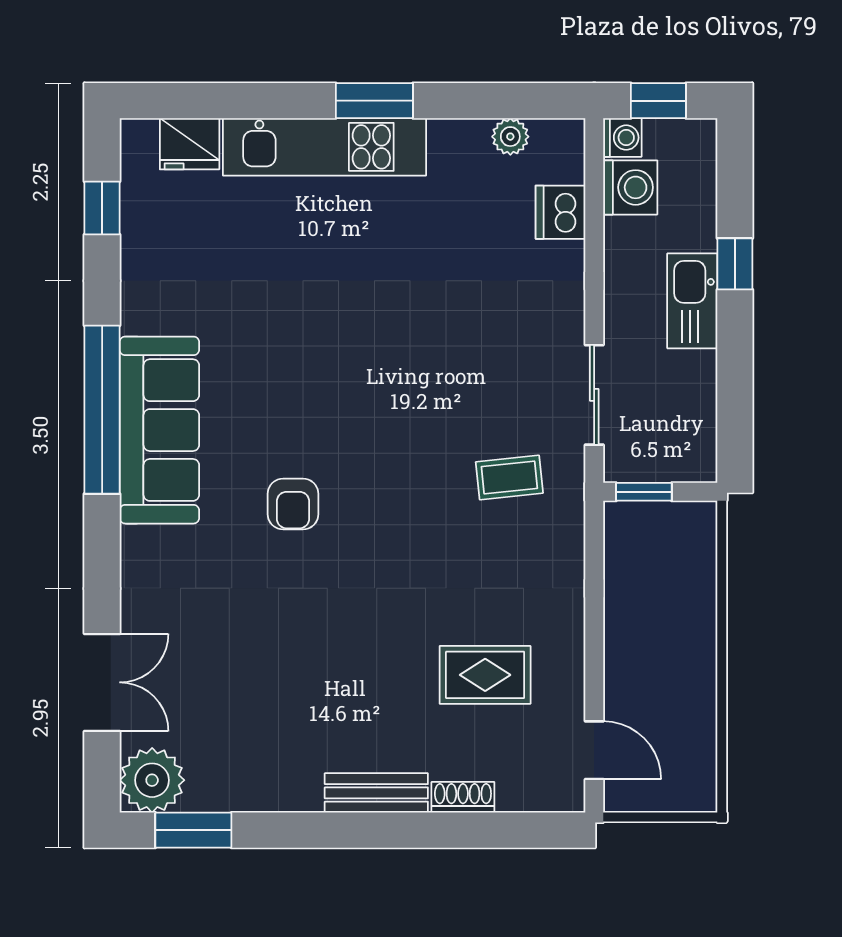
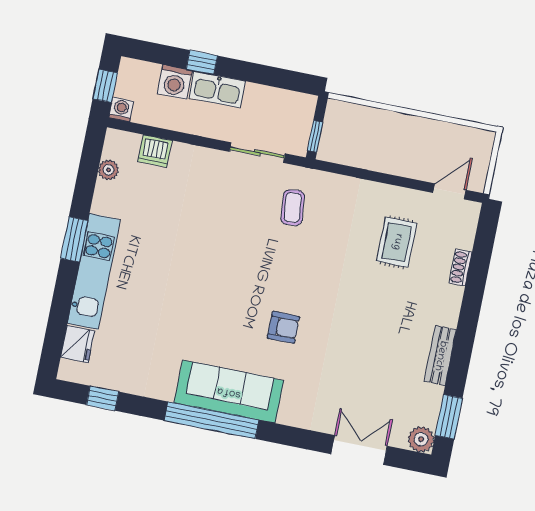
washing machine: (630, 187) -> (175, 82), moved, turned 180
plant: (152, 780) -> (421, 439), width x0.73, depth x0.73
bench: (376, 793) -> (440, 356), moved

